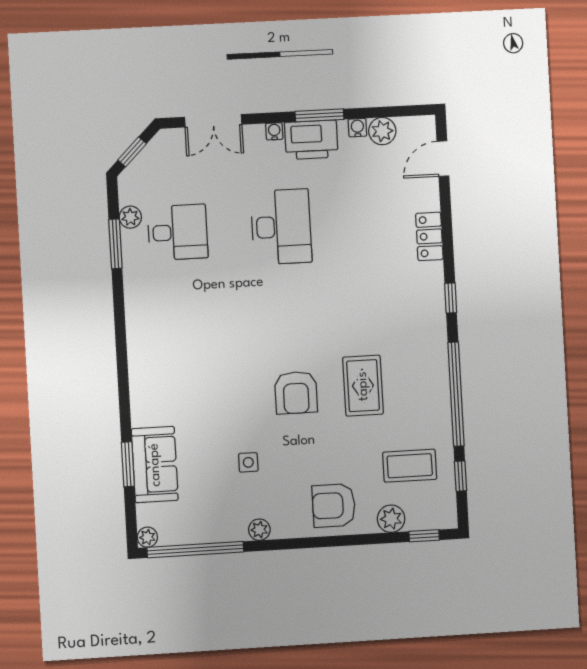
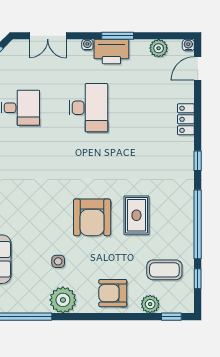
water cooler: (357, 128) -> (188, 45), moved
armchair: (296, 393) -> (92, 217), width x1.36, depth x1.36
plant: (259, 530) -> (63, 300), width x1.87, depth x1.87

